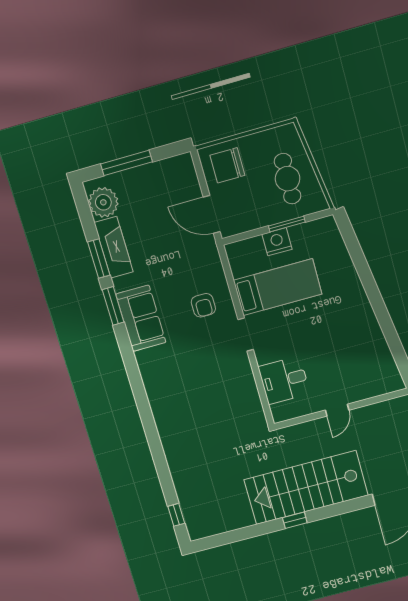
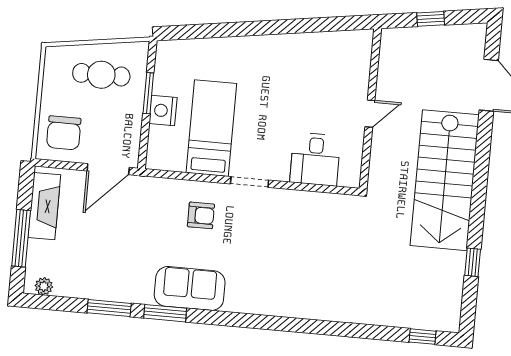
plant: (103, 202) -> (44, 286), width x0.53, depth x0.53
fireplace: (114, 247) -> (44, 206), moved, turned 90
door: (337, 410) -> (370, 114), hinge flipped
window: (295, 520) -> (473, 262), moved

